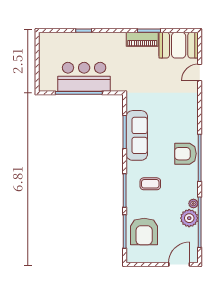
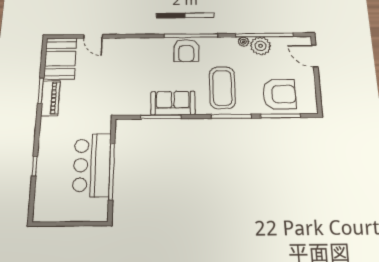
sofa: (137, 135) -> (173, 103), width x0.73
coffee table: (150, 184) -> (222, 88), width x1.86, depth x1.72

